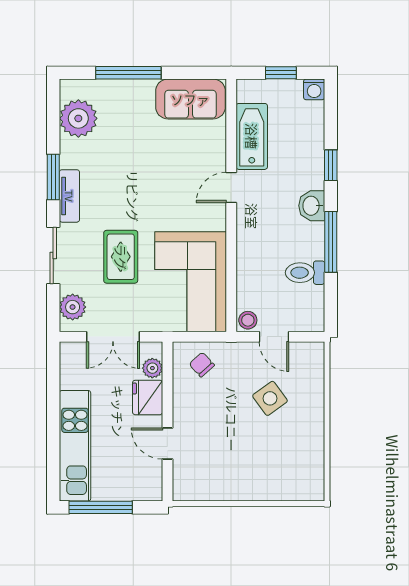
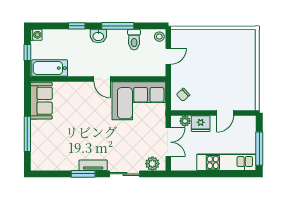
plant: (78, 118) -> (52, 161), removed
bathtub: (252, 136) -> (50, 68), moved
door: (231, 188) -> (102, 79), moved
rug: (121, 257) -> (126, 138), removed
stool: (248, 320) -> (159, 37), moved
side table: (270, 398) -> (201, 58), removed

